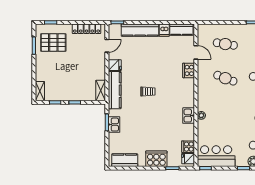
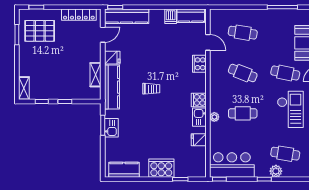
kitchen counter: (140, 30) -> (127, 16), moved
shelving: (101, 91) -> (96, 75), moved
cafe table: (225, 112) -> (243, 113), added
cooker: (188, 147) -> (199, 100), moved
fridge: (188, 159) -> (199, 140), moved

